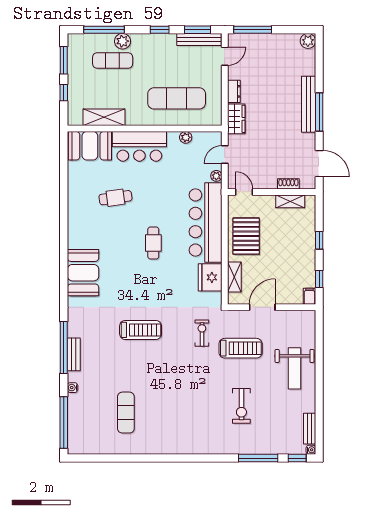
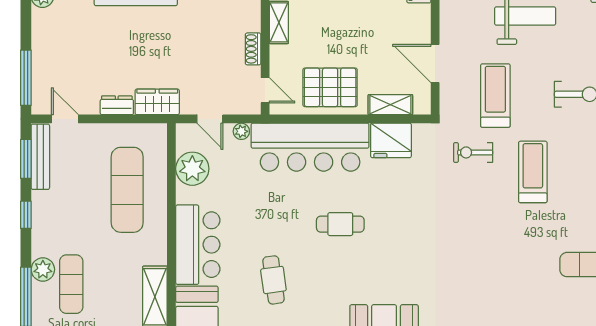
plant: (186, 137) -> (192, 169), width x1.87, depth x1.87
shoe rack: (288, 184) -> (253, 49), moved
door: (244, 192) -> (265, 90), swing flipped
treadmill: (141, 330) -> (533, 172), moved

